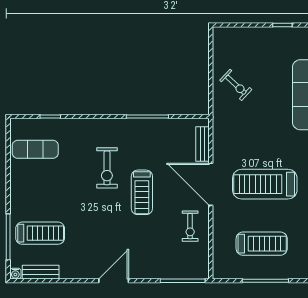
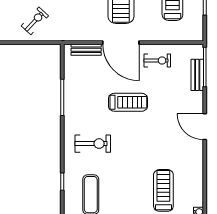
exercise bike: (107, 168) -> (93, 144), moved
door: (211, 184) -> (121, 43), hinge flipped
bench: (41, 272) -> (197, 75), moved

